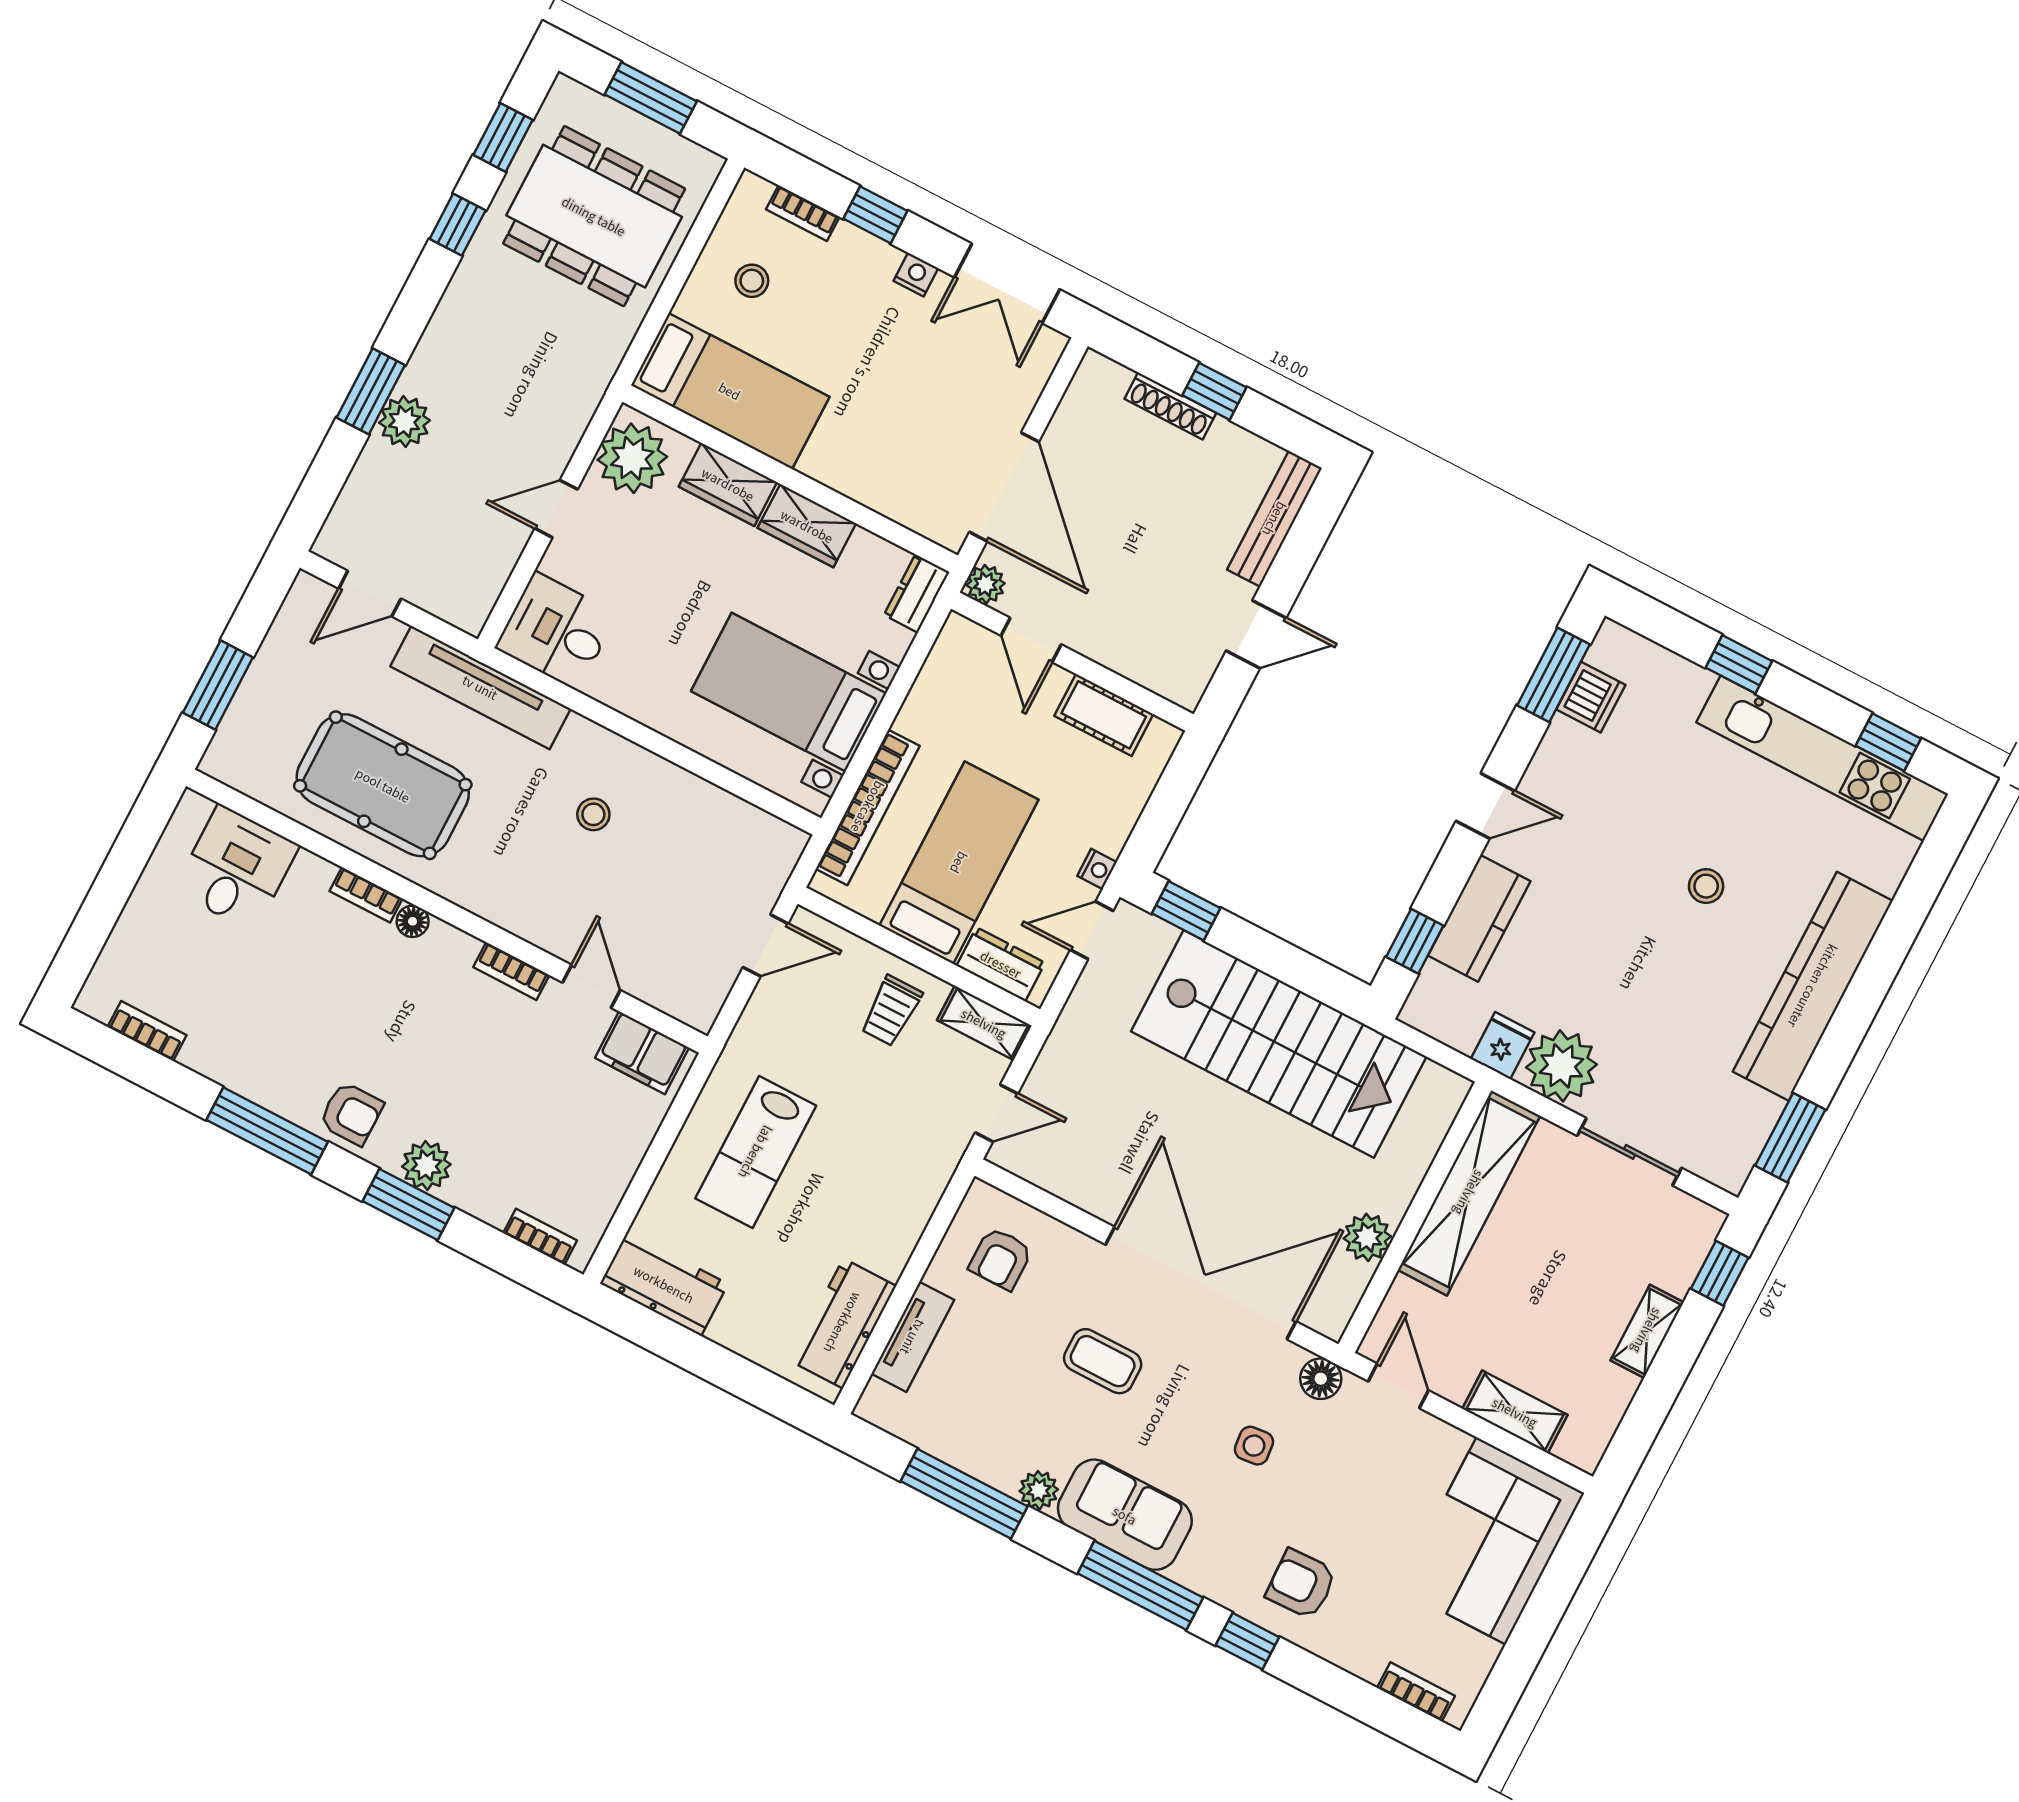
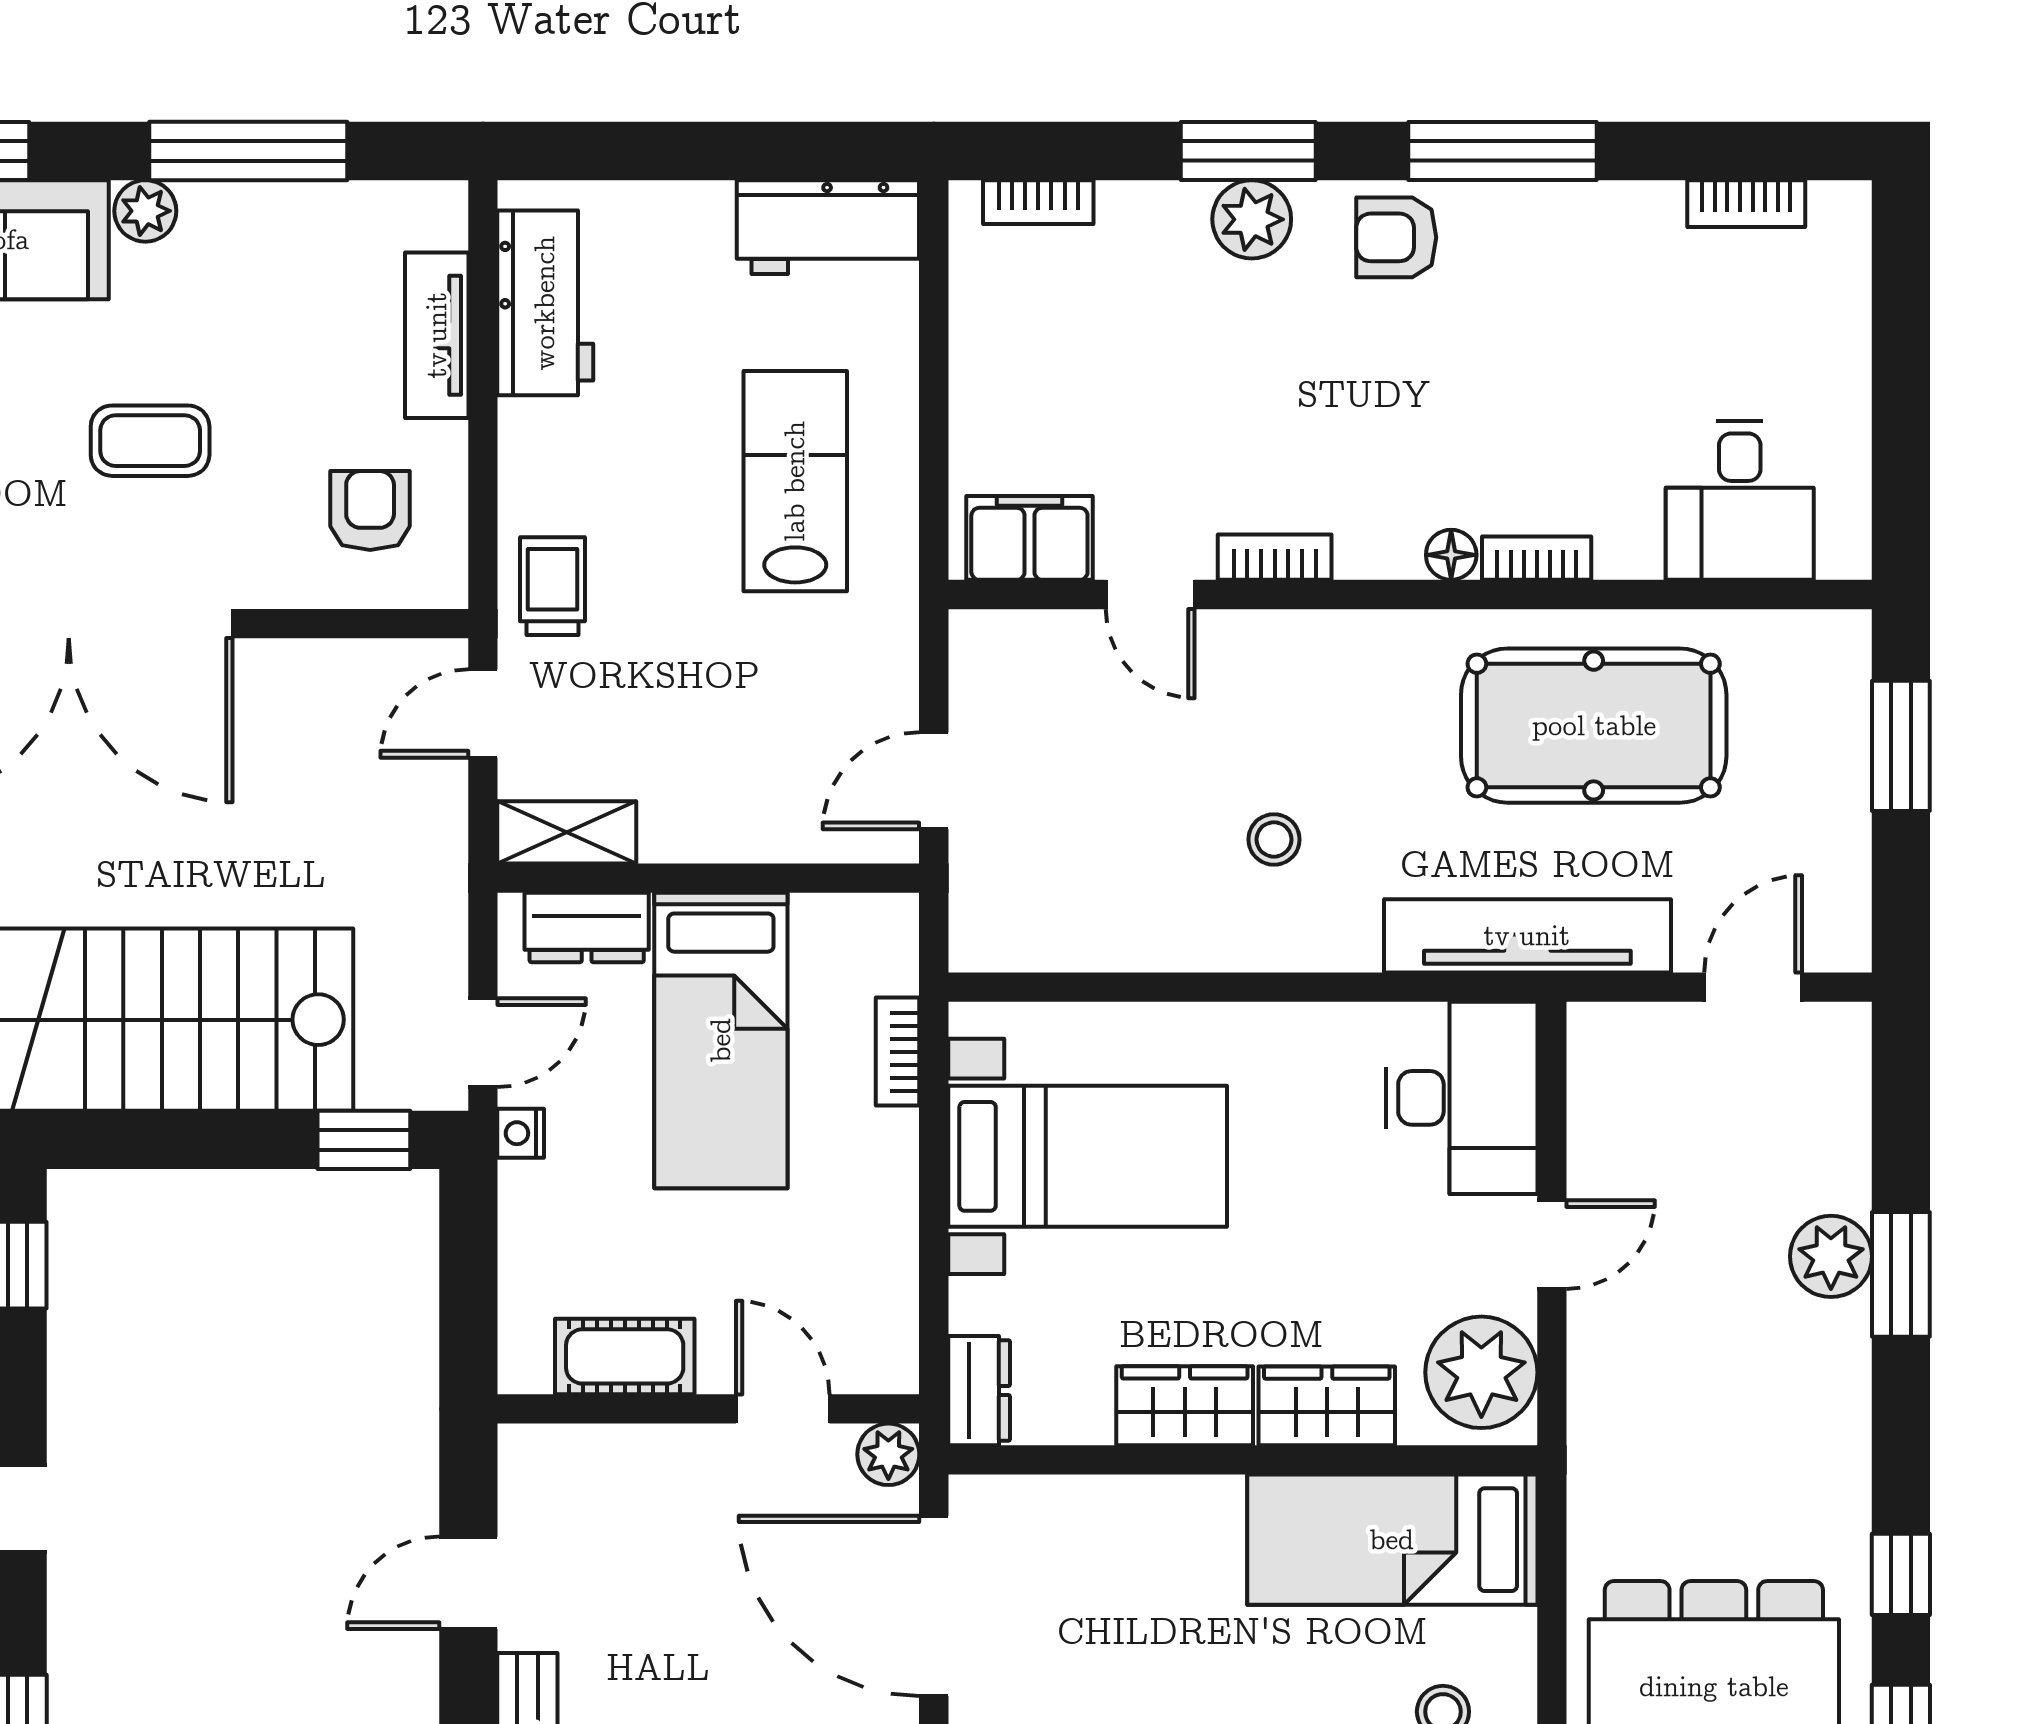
desk: (556, 631) -> (1462, 1098), width x1.37
bookcase: (868, 807) -> (898, 1052), width x0.43, depth x0.76
trolley: (891, 1011) -> (552, 586), moved

